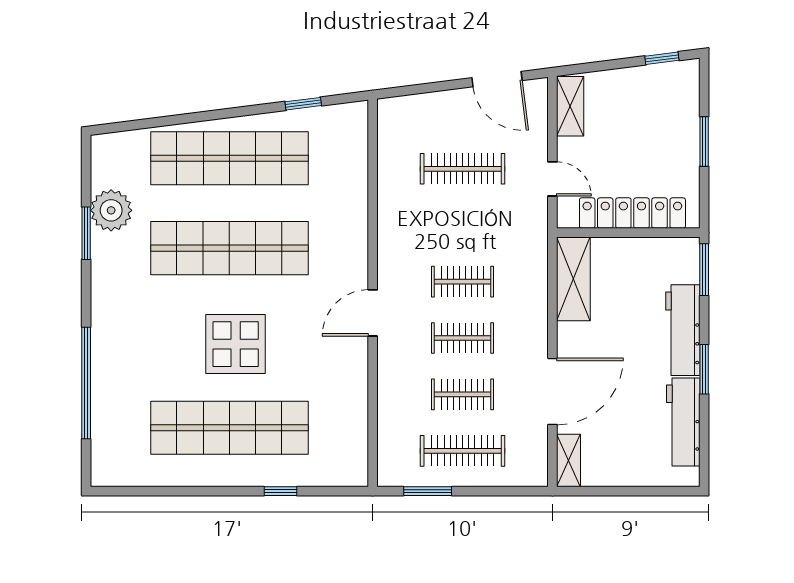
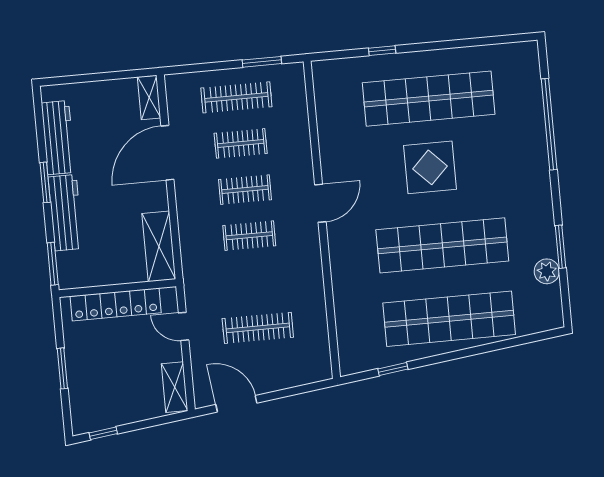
plant: (111, 210) -> (547, 271), width x0.73, depth x0.73

